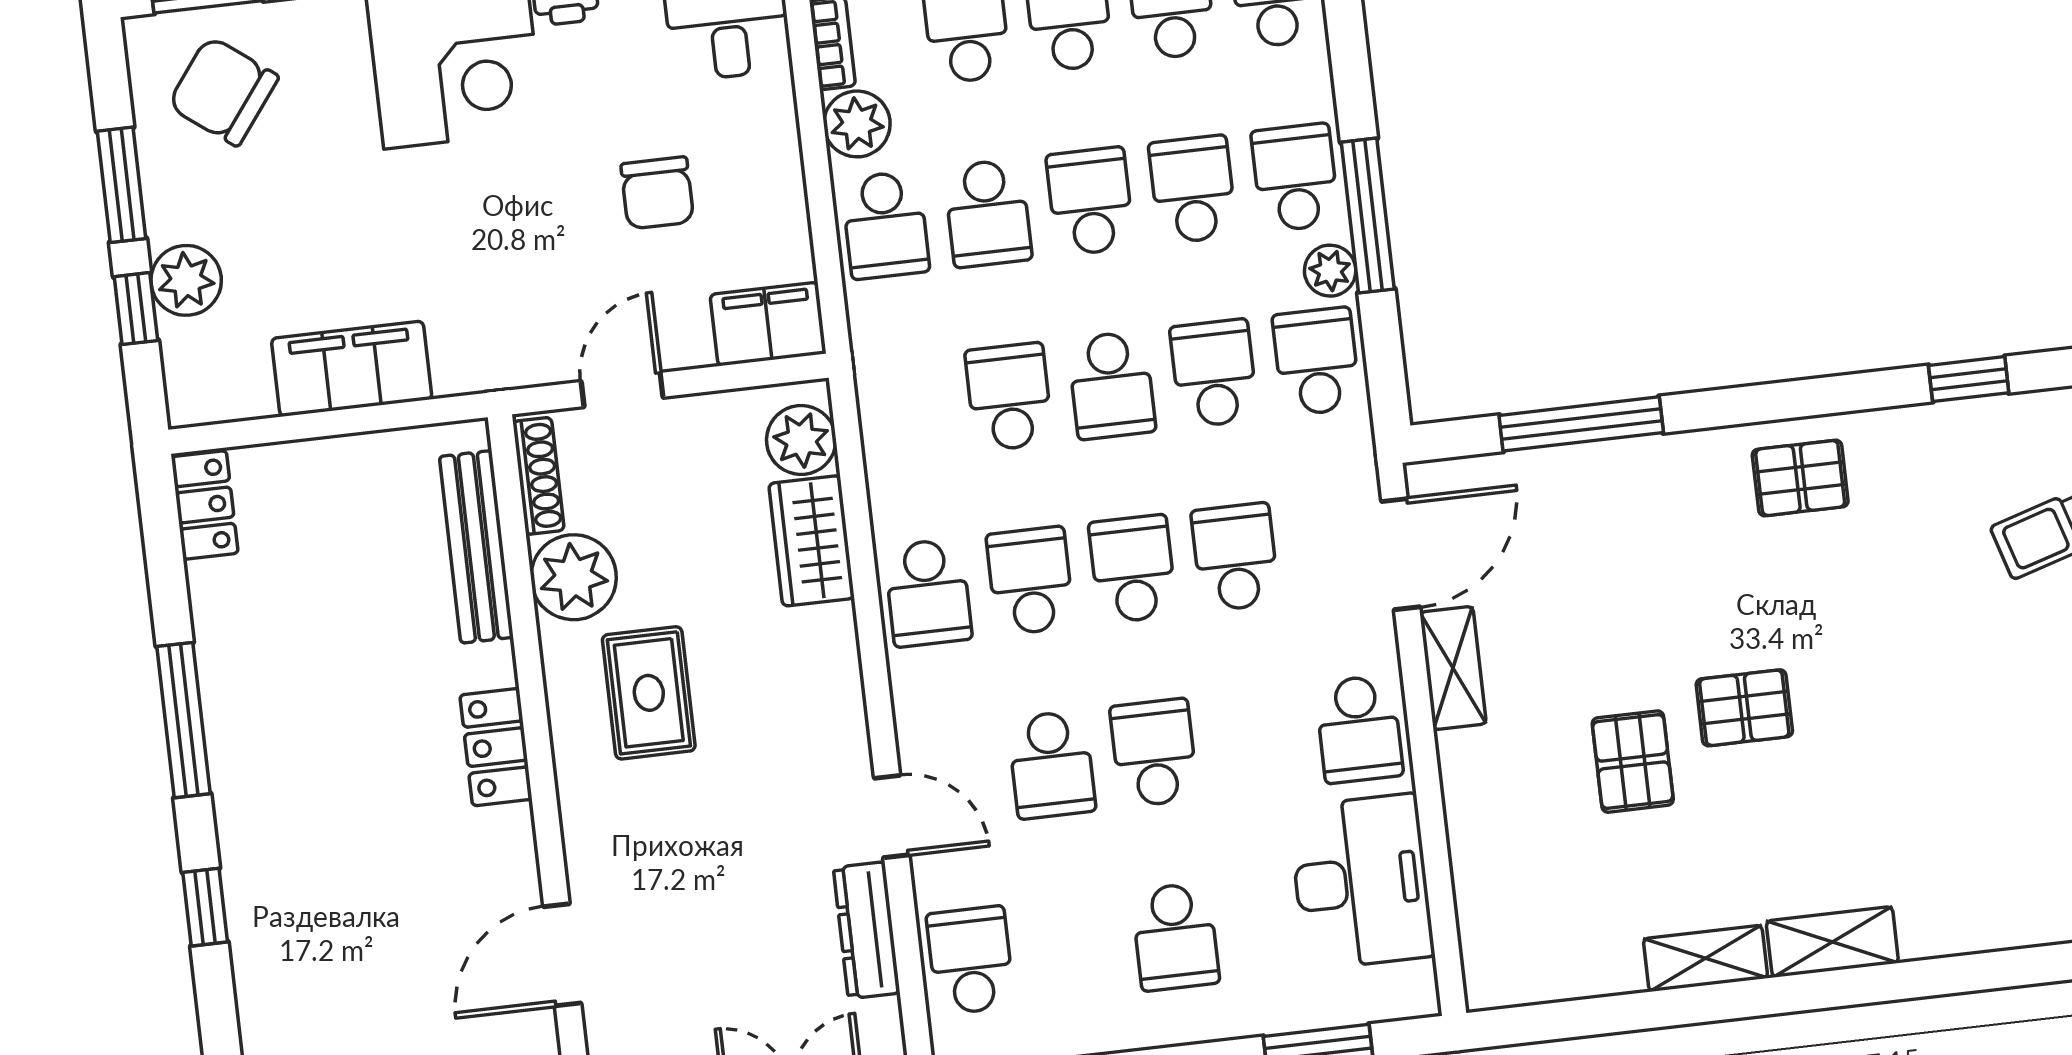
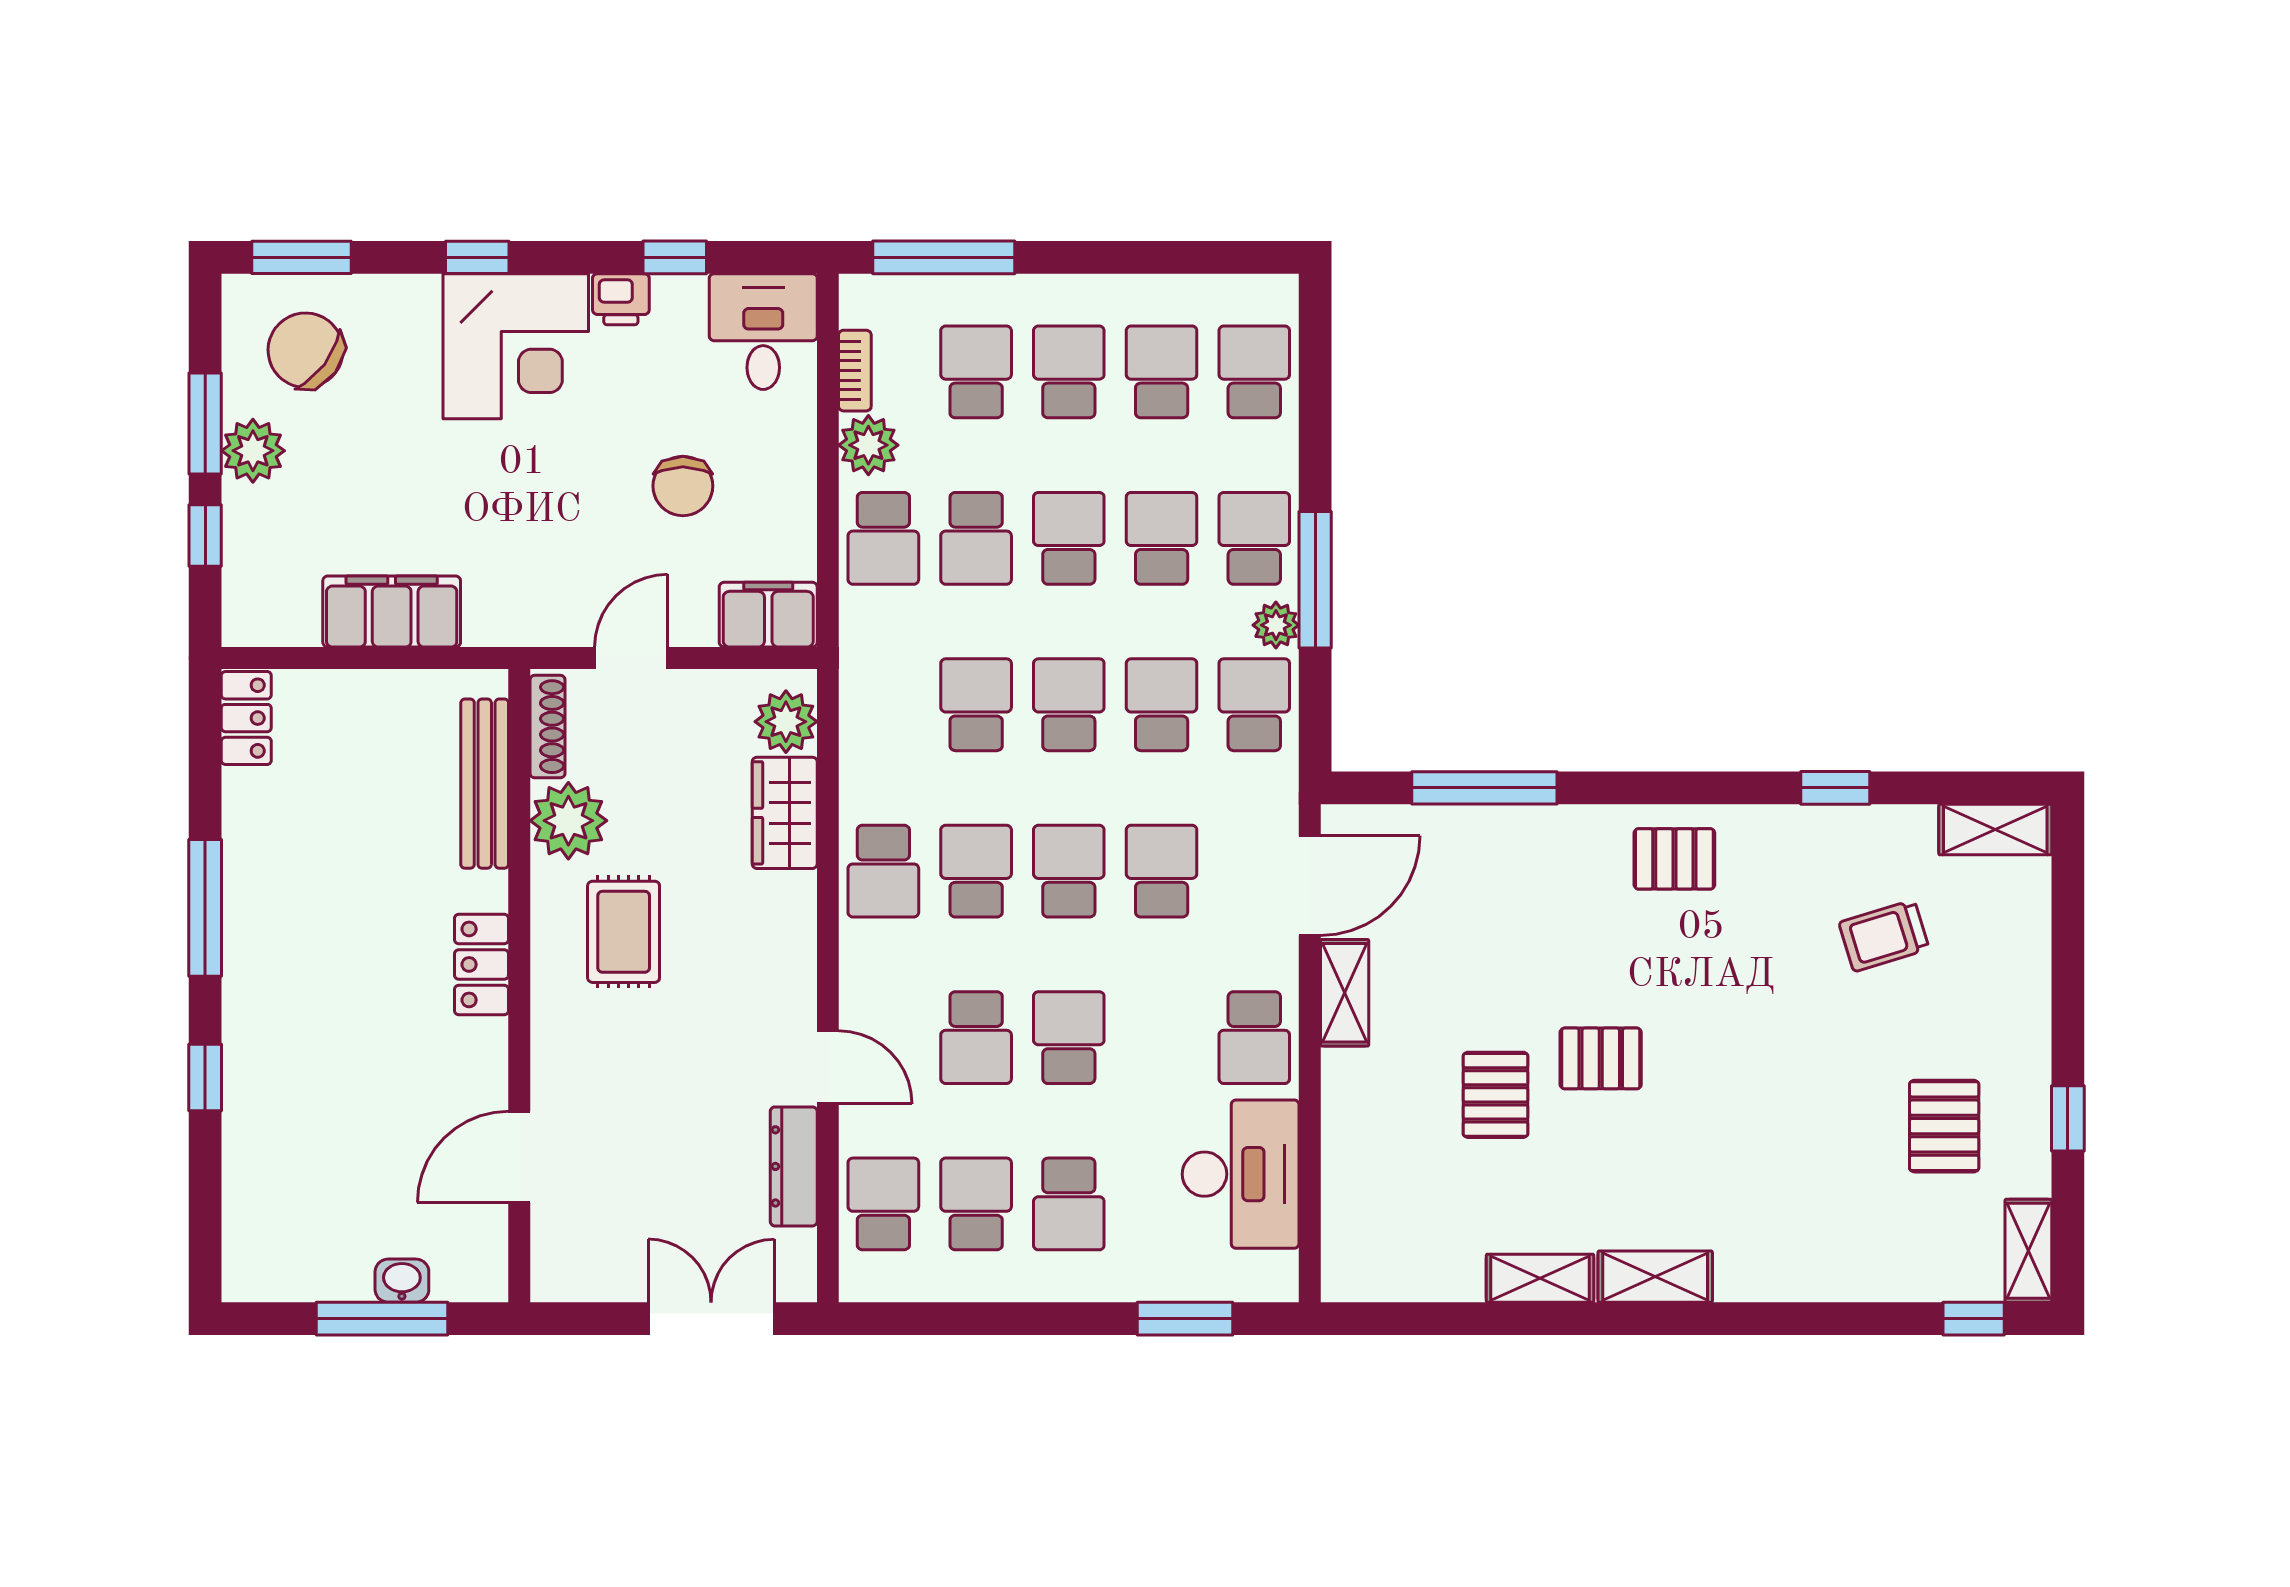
plant: (186, 280) -> (253, 451), moved
school desk: (1112, 385) -> (1069, 705), turned 180
school desk: (1073, 948) -> (976, 1204), added

